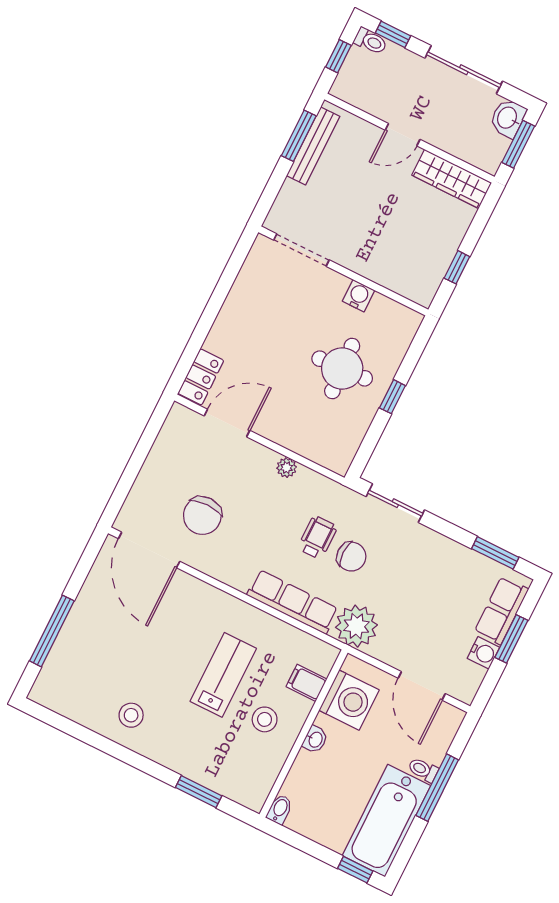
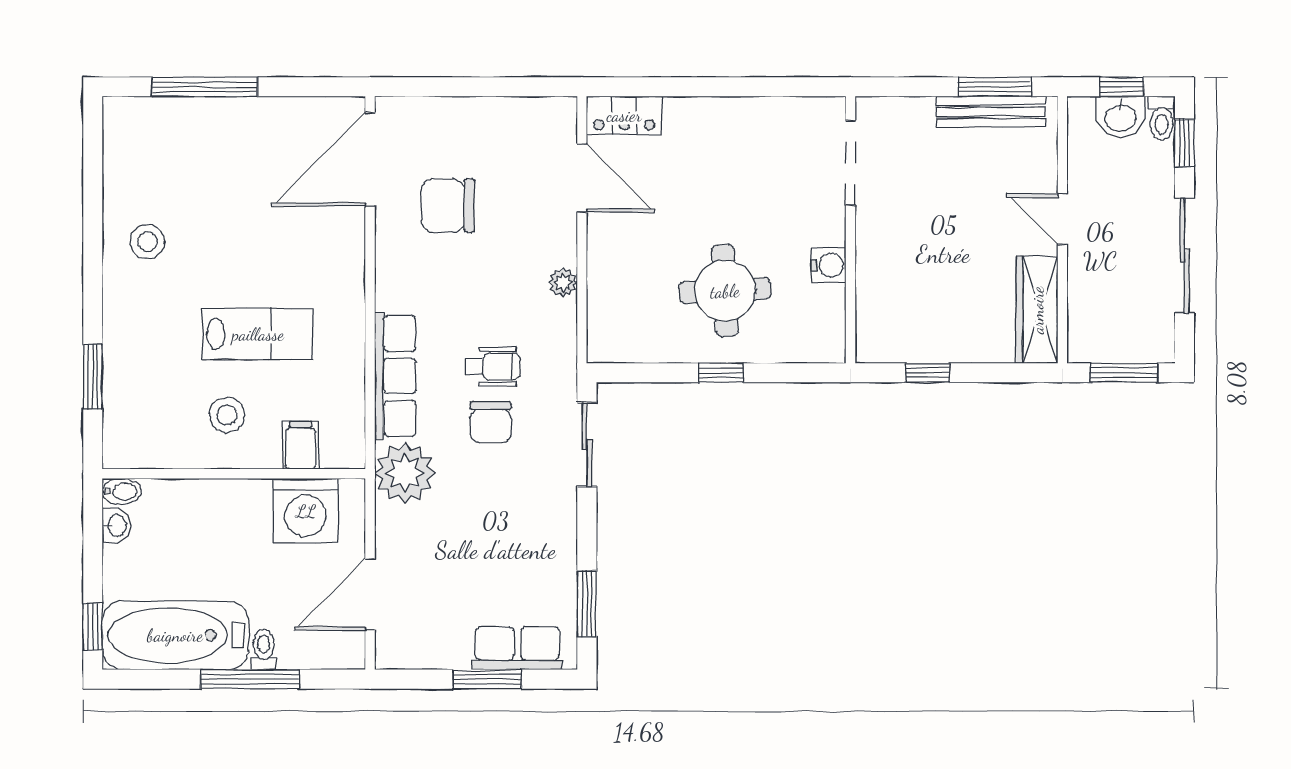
washbasin: (508, 118) -> (1121, 117), moved, turned 180
water cooler: (483, 653) -> (452, 652), removed
washbasin: (315, 739) -> (116, 525), moved, turned -90

